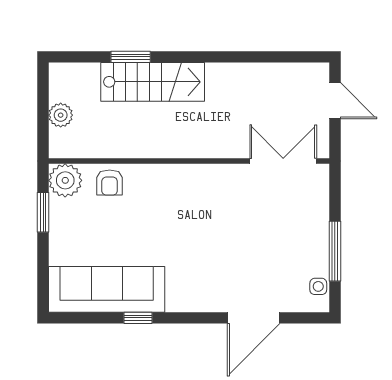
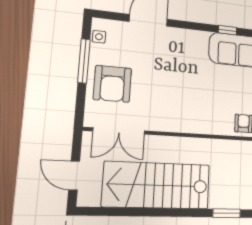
stairs: (153, 82) -> (157, 185), moved, width x1.36, depth x1.51
armchair: (296, 224) -> (112, 84), added

